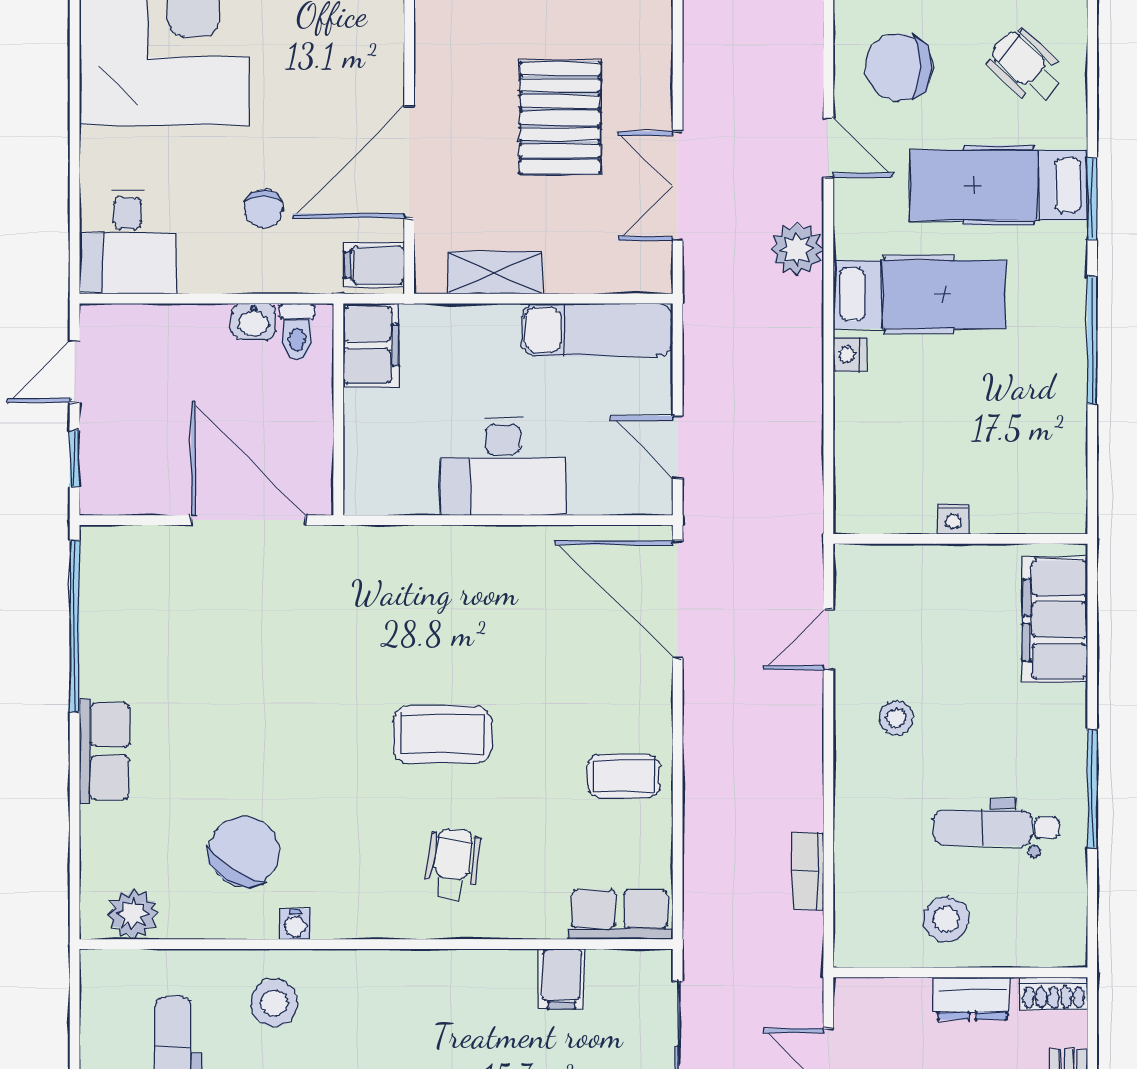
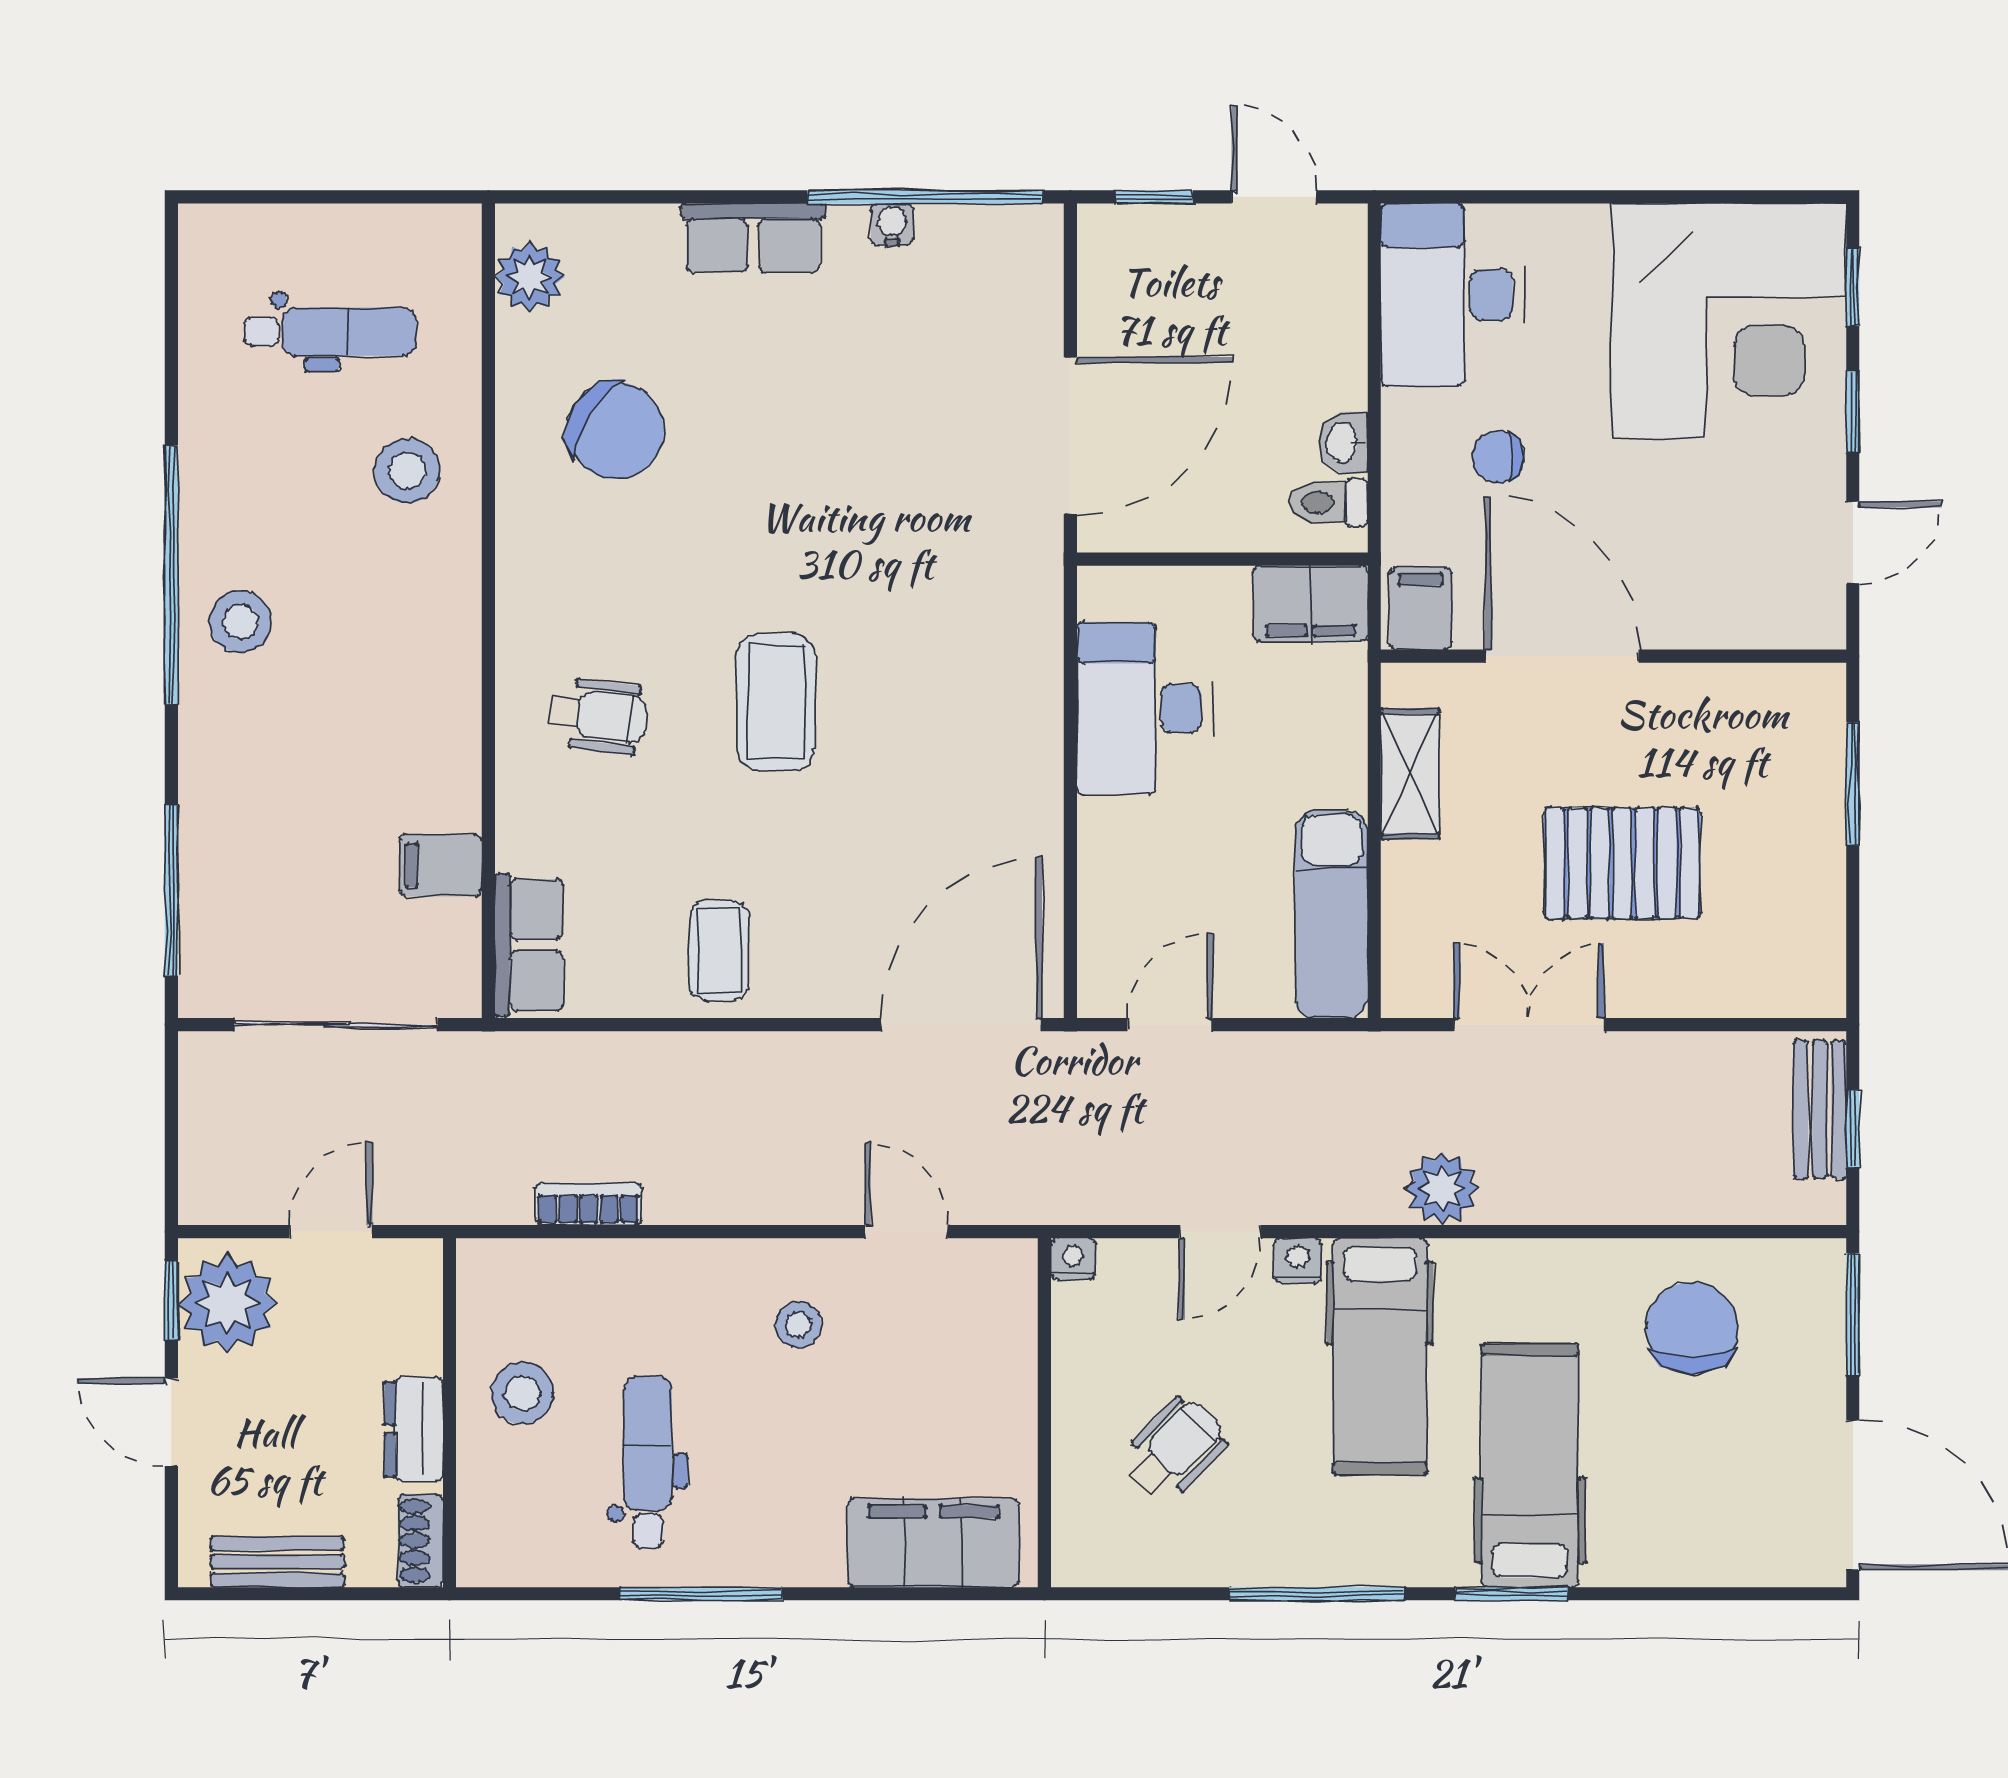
wheelchair: (1026, 66) -> (1175, 1449), moved
door: (828, 148) -> (1220, 1232), moved
desk: (128, 242) -> (1452, 295), width x1.37
desk: (503, 466) -> (1145, 708), moved
nightstand: (953, 519) -> (1073, 1259), moved, turned 90
water cooler: (295, 924) -> (892, 224), moved, turned 90

